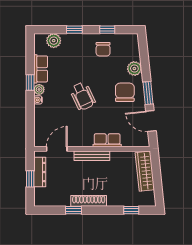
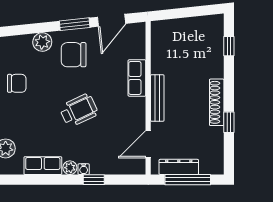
window: (30, 83) -> (94, 180), moved
door: (57, 149) -> (148, 144), hinge flipped
wardrobe: (145, 171) -> (178, 28), removed
window: (30, 179) -> (188, 180), width x2.17

